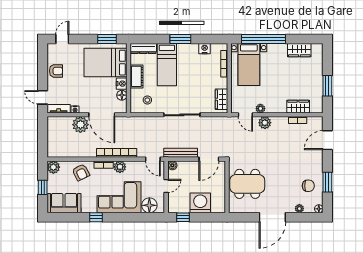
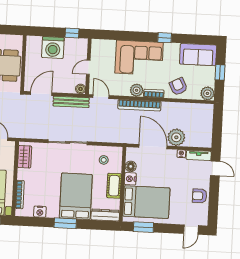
bed: (167, 65) -> (76, 196), width x1.50
floor lamp: (149, 205) -> (107, 48), removed

